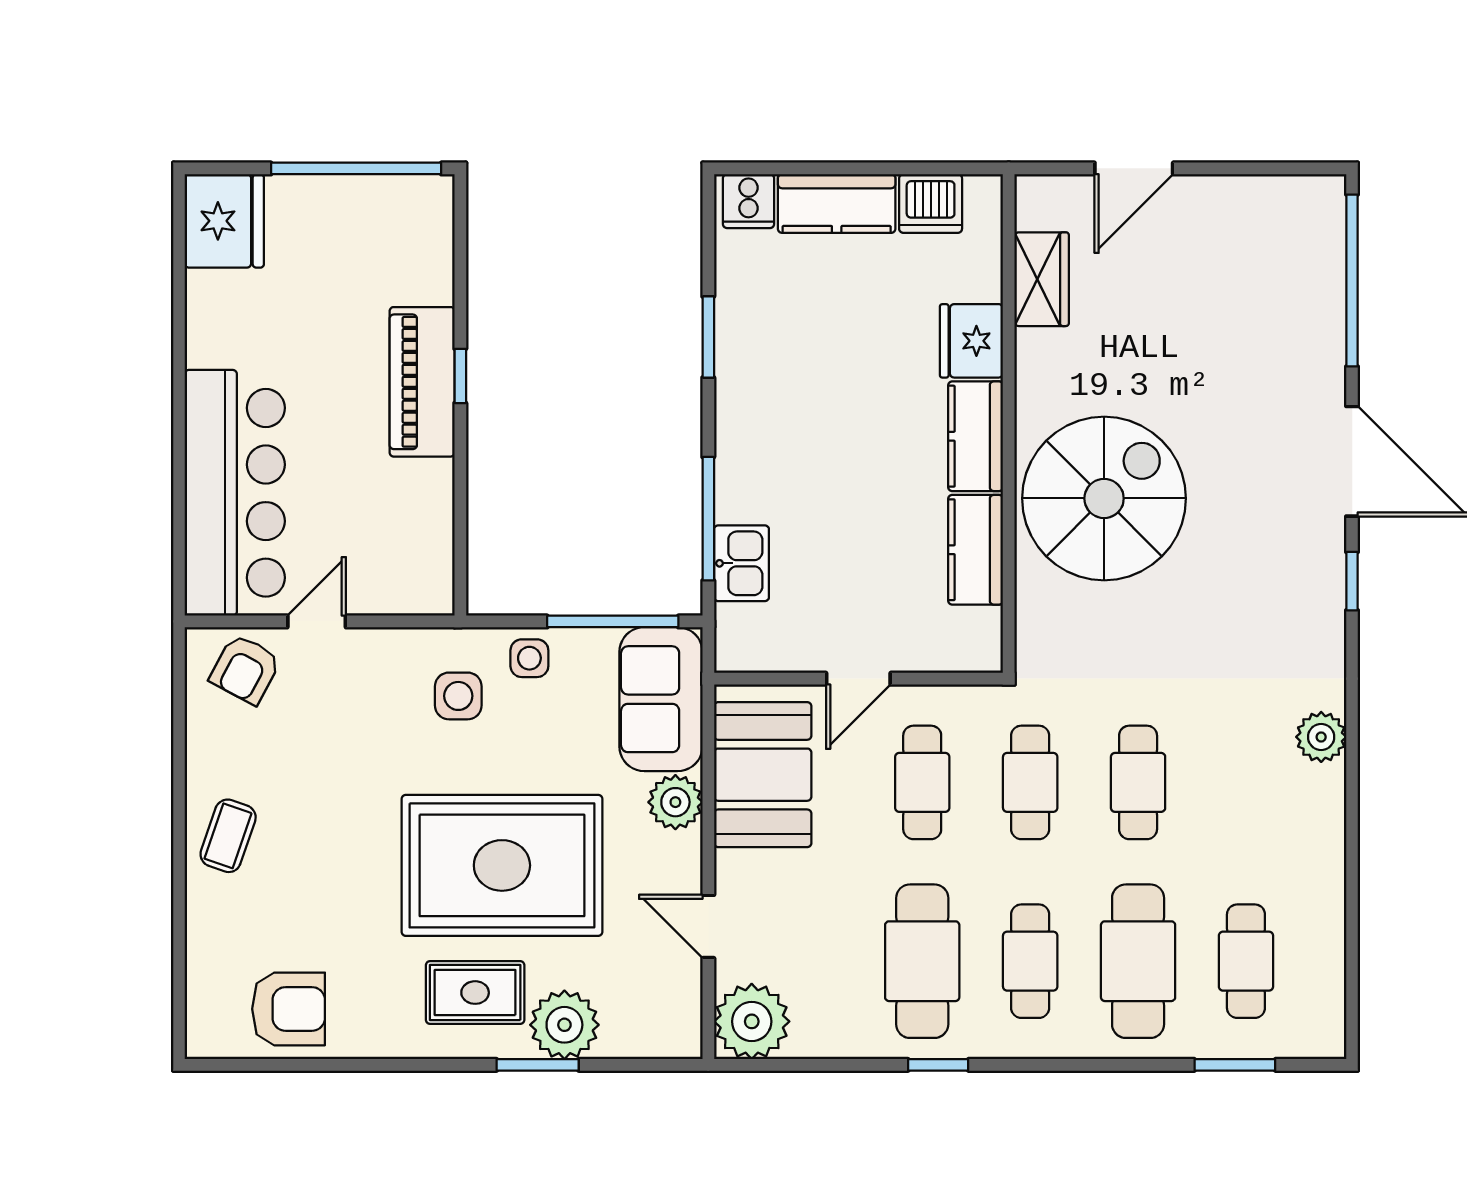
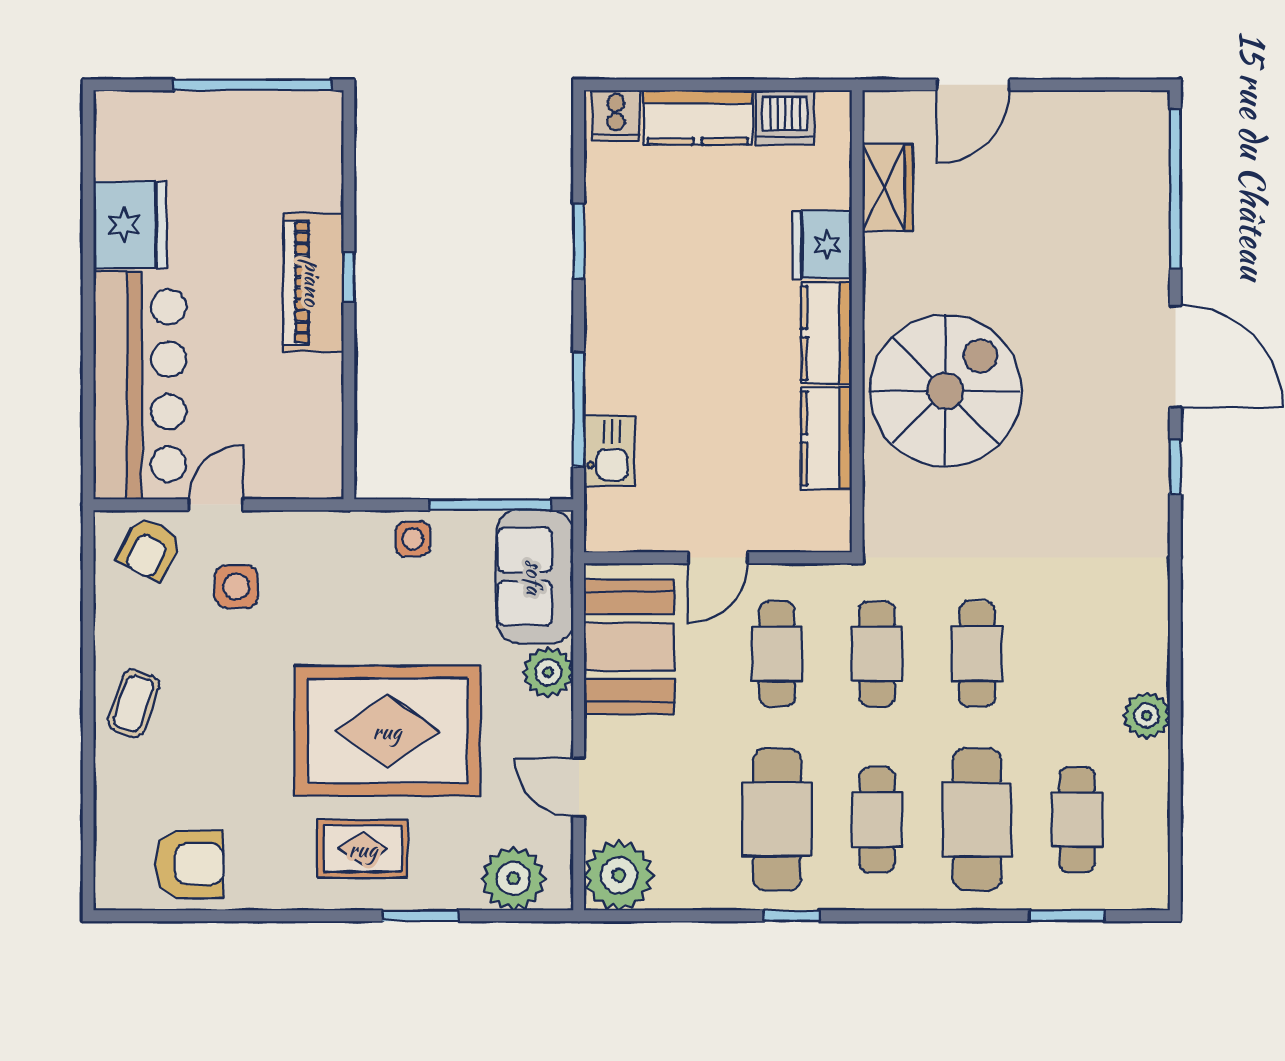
fridge: (224, 221) -> (130, 225), moved
side table: (458, 696) -> (236, 586), moved
plant: (1321, 737) -> (1147, 715), moved
plant: (564, 1025) -> (514, 879), moved

